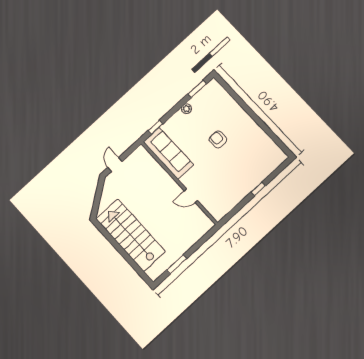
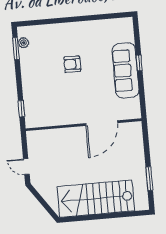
plant: (186, 109) -> (23, 43), moved
sofa: (168, 153) -> (126, 70), moved, turned -90
door: (191, 196) -> (102, 123), width x1.88

